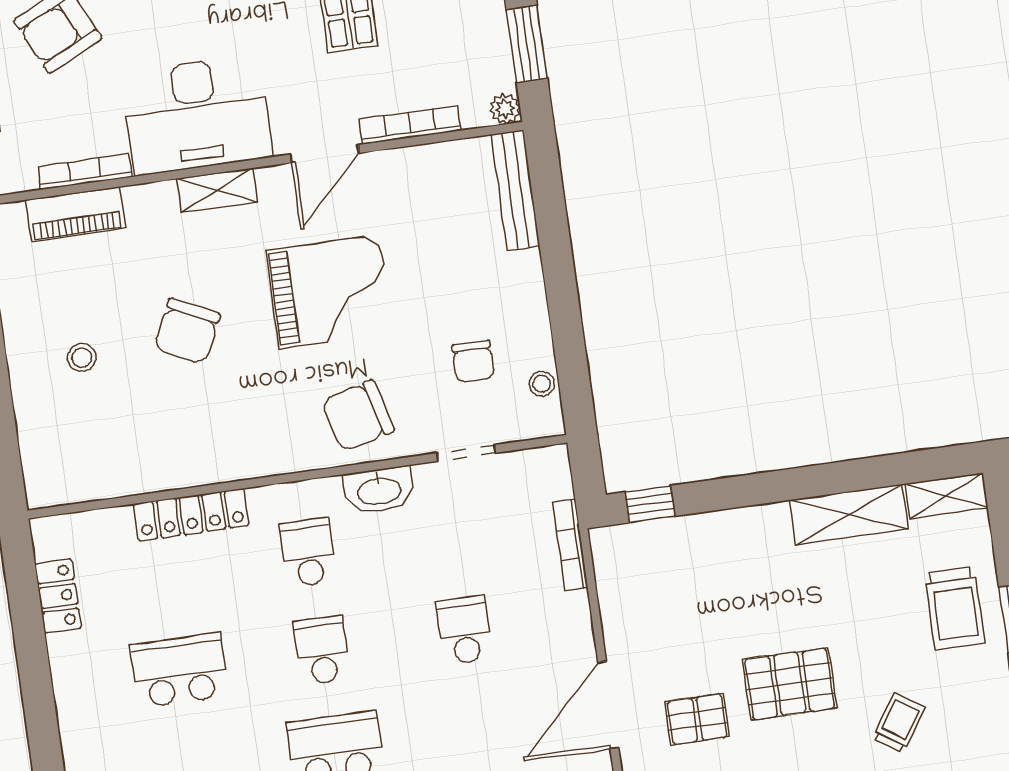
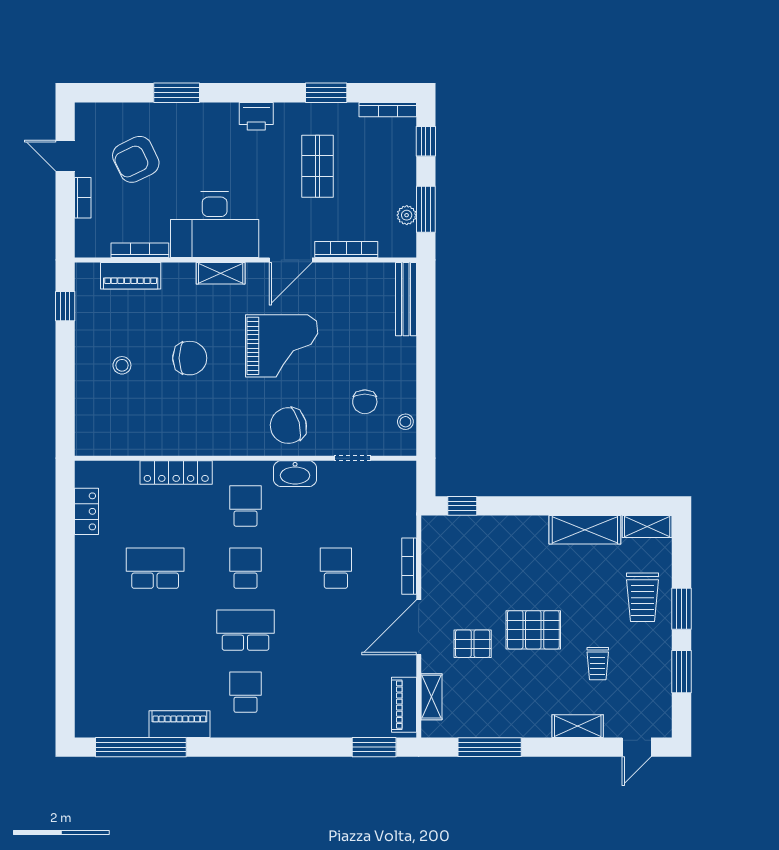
plant: (505, 109) -> (407, 215), moved
chair: (187, 331) -> (190, 358), turned -116
bookcase: (570, 545) -> (409, 566), moved
trolley: (899, 723) -> (598, 664), turned 146

